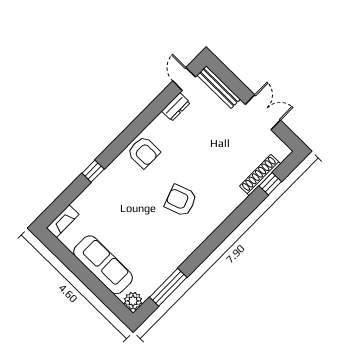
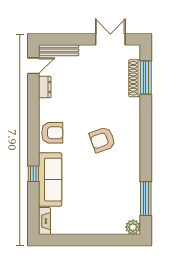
door: (184, 79) -> (33, 66), swing flipped
double door: (263, 112) -> (110, 39), moved
window: (270, 184) -> (146, 78), width x2.17
sofa: (103, 265) -> (50, 180), moved, turned 90

